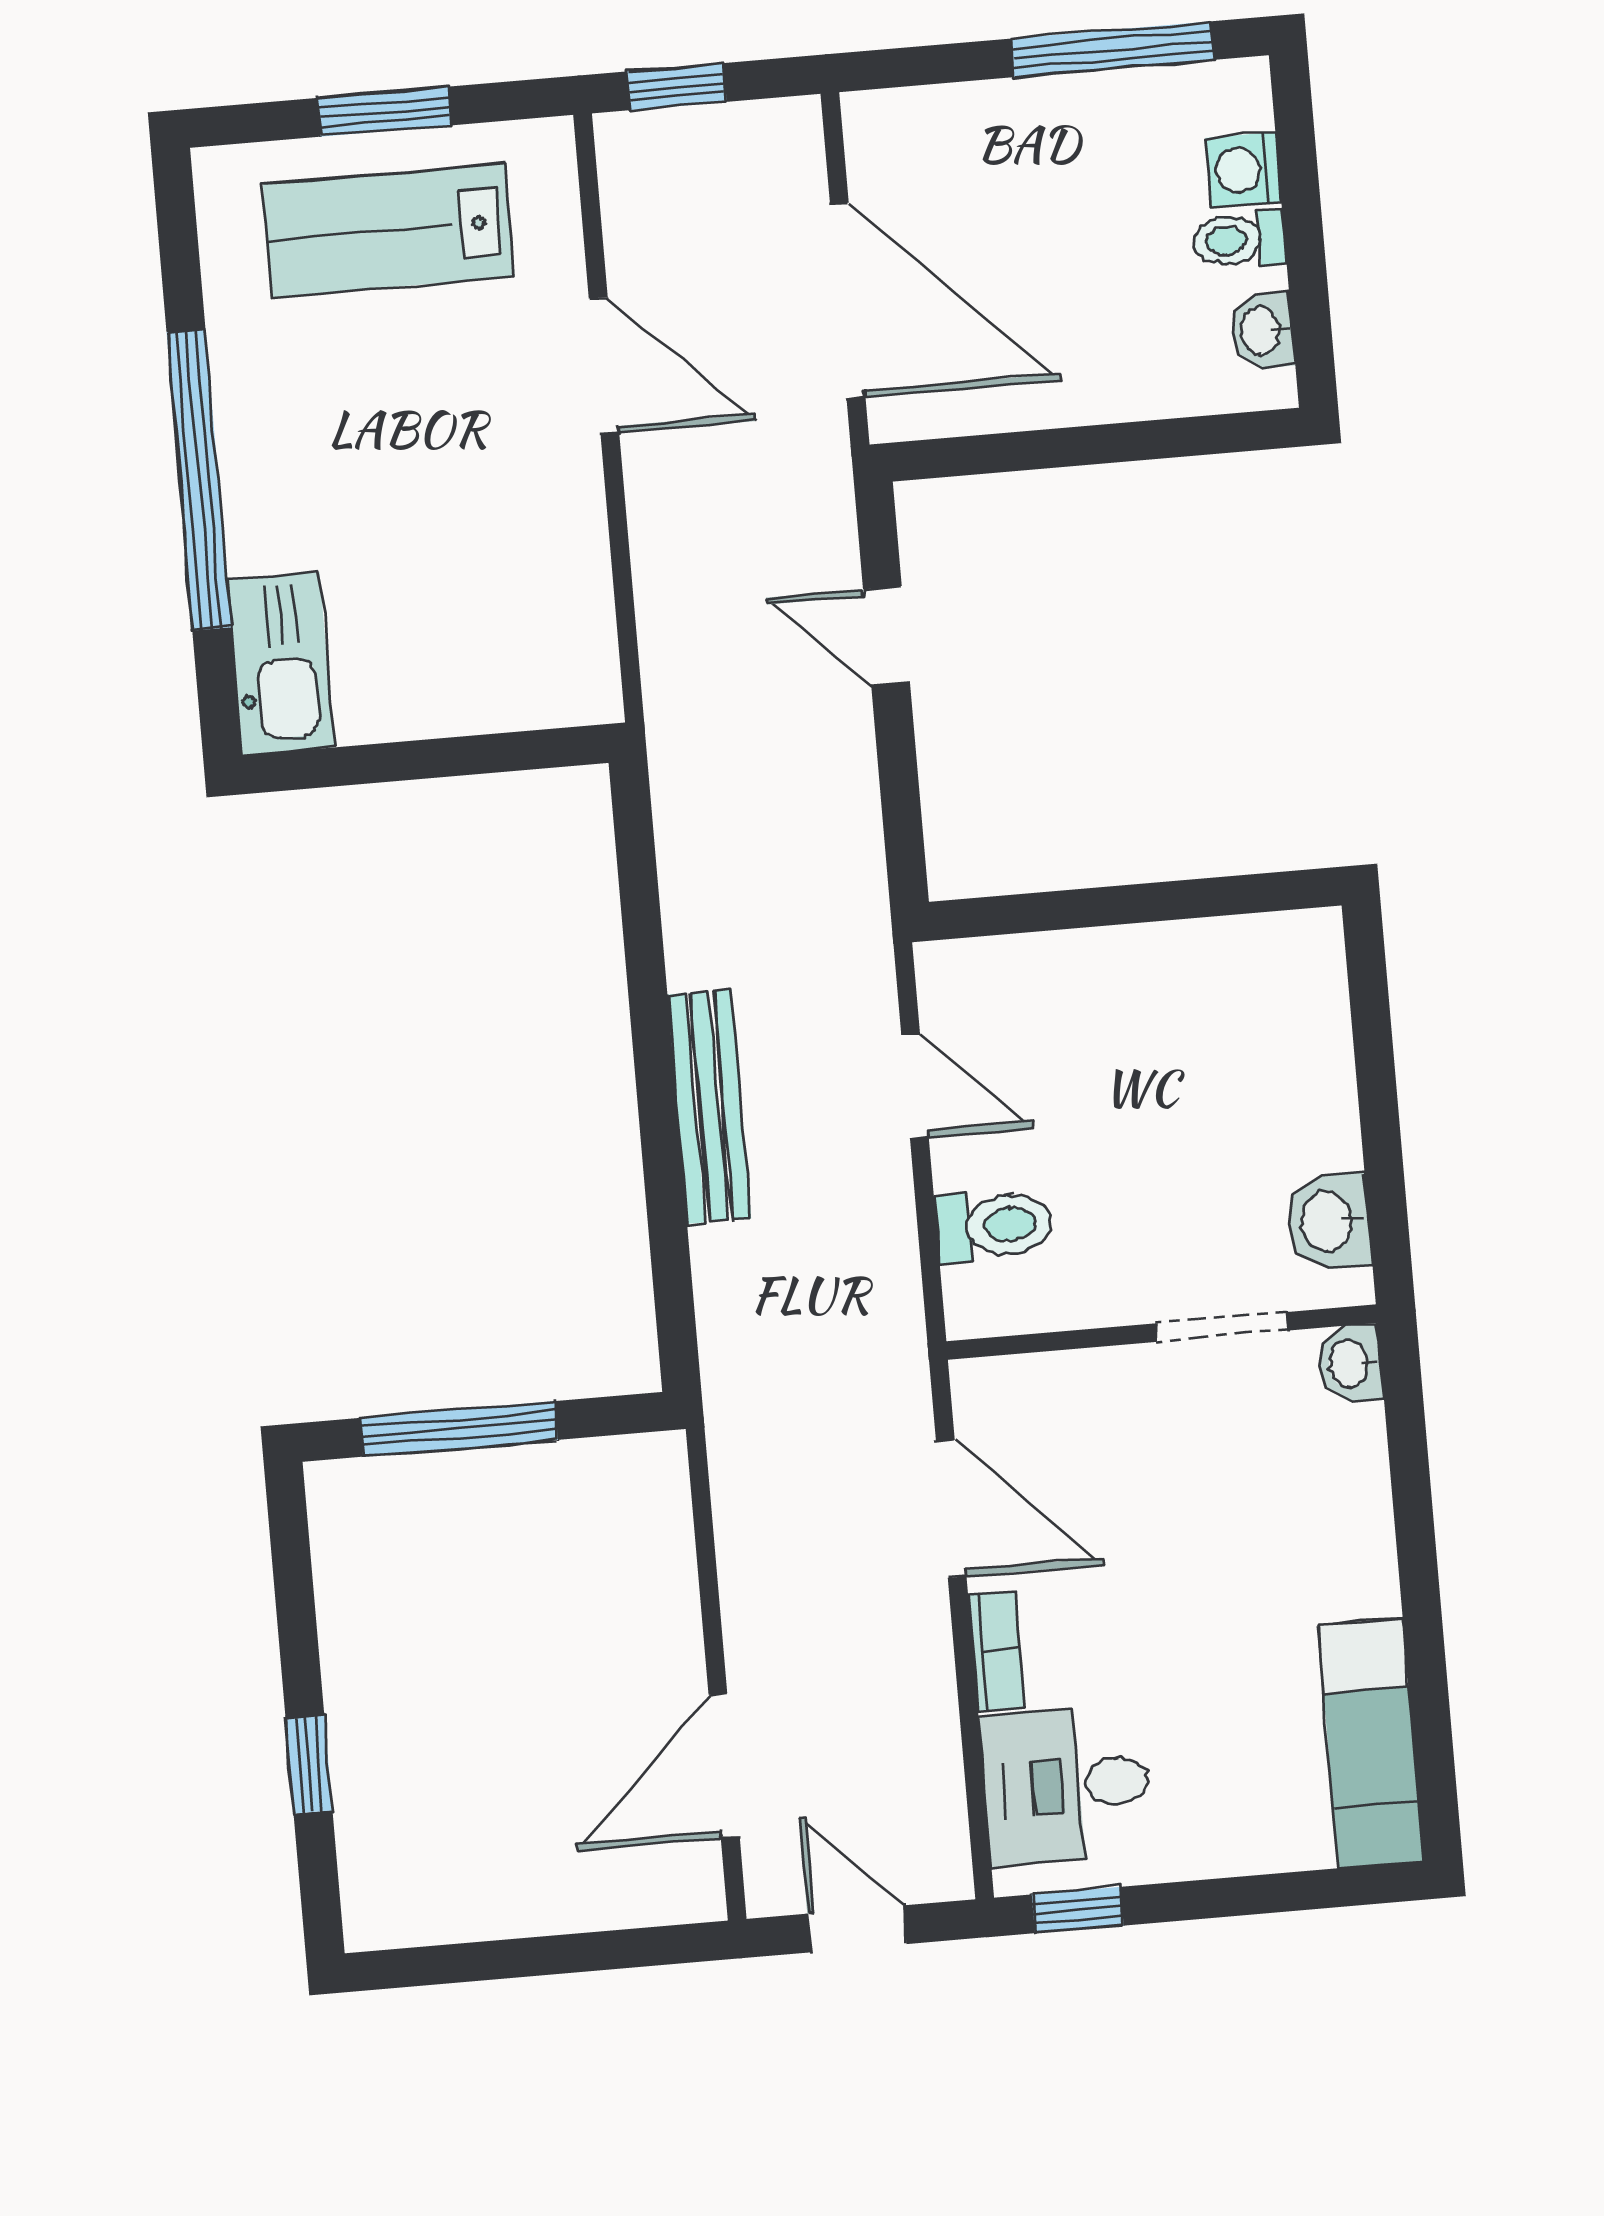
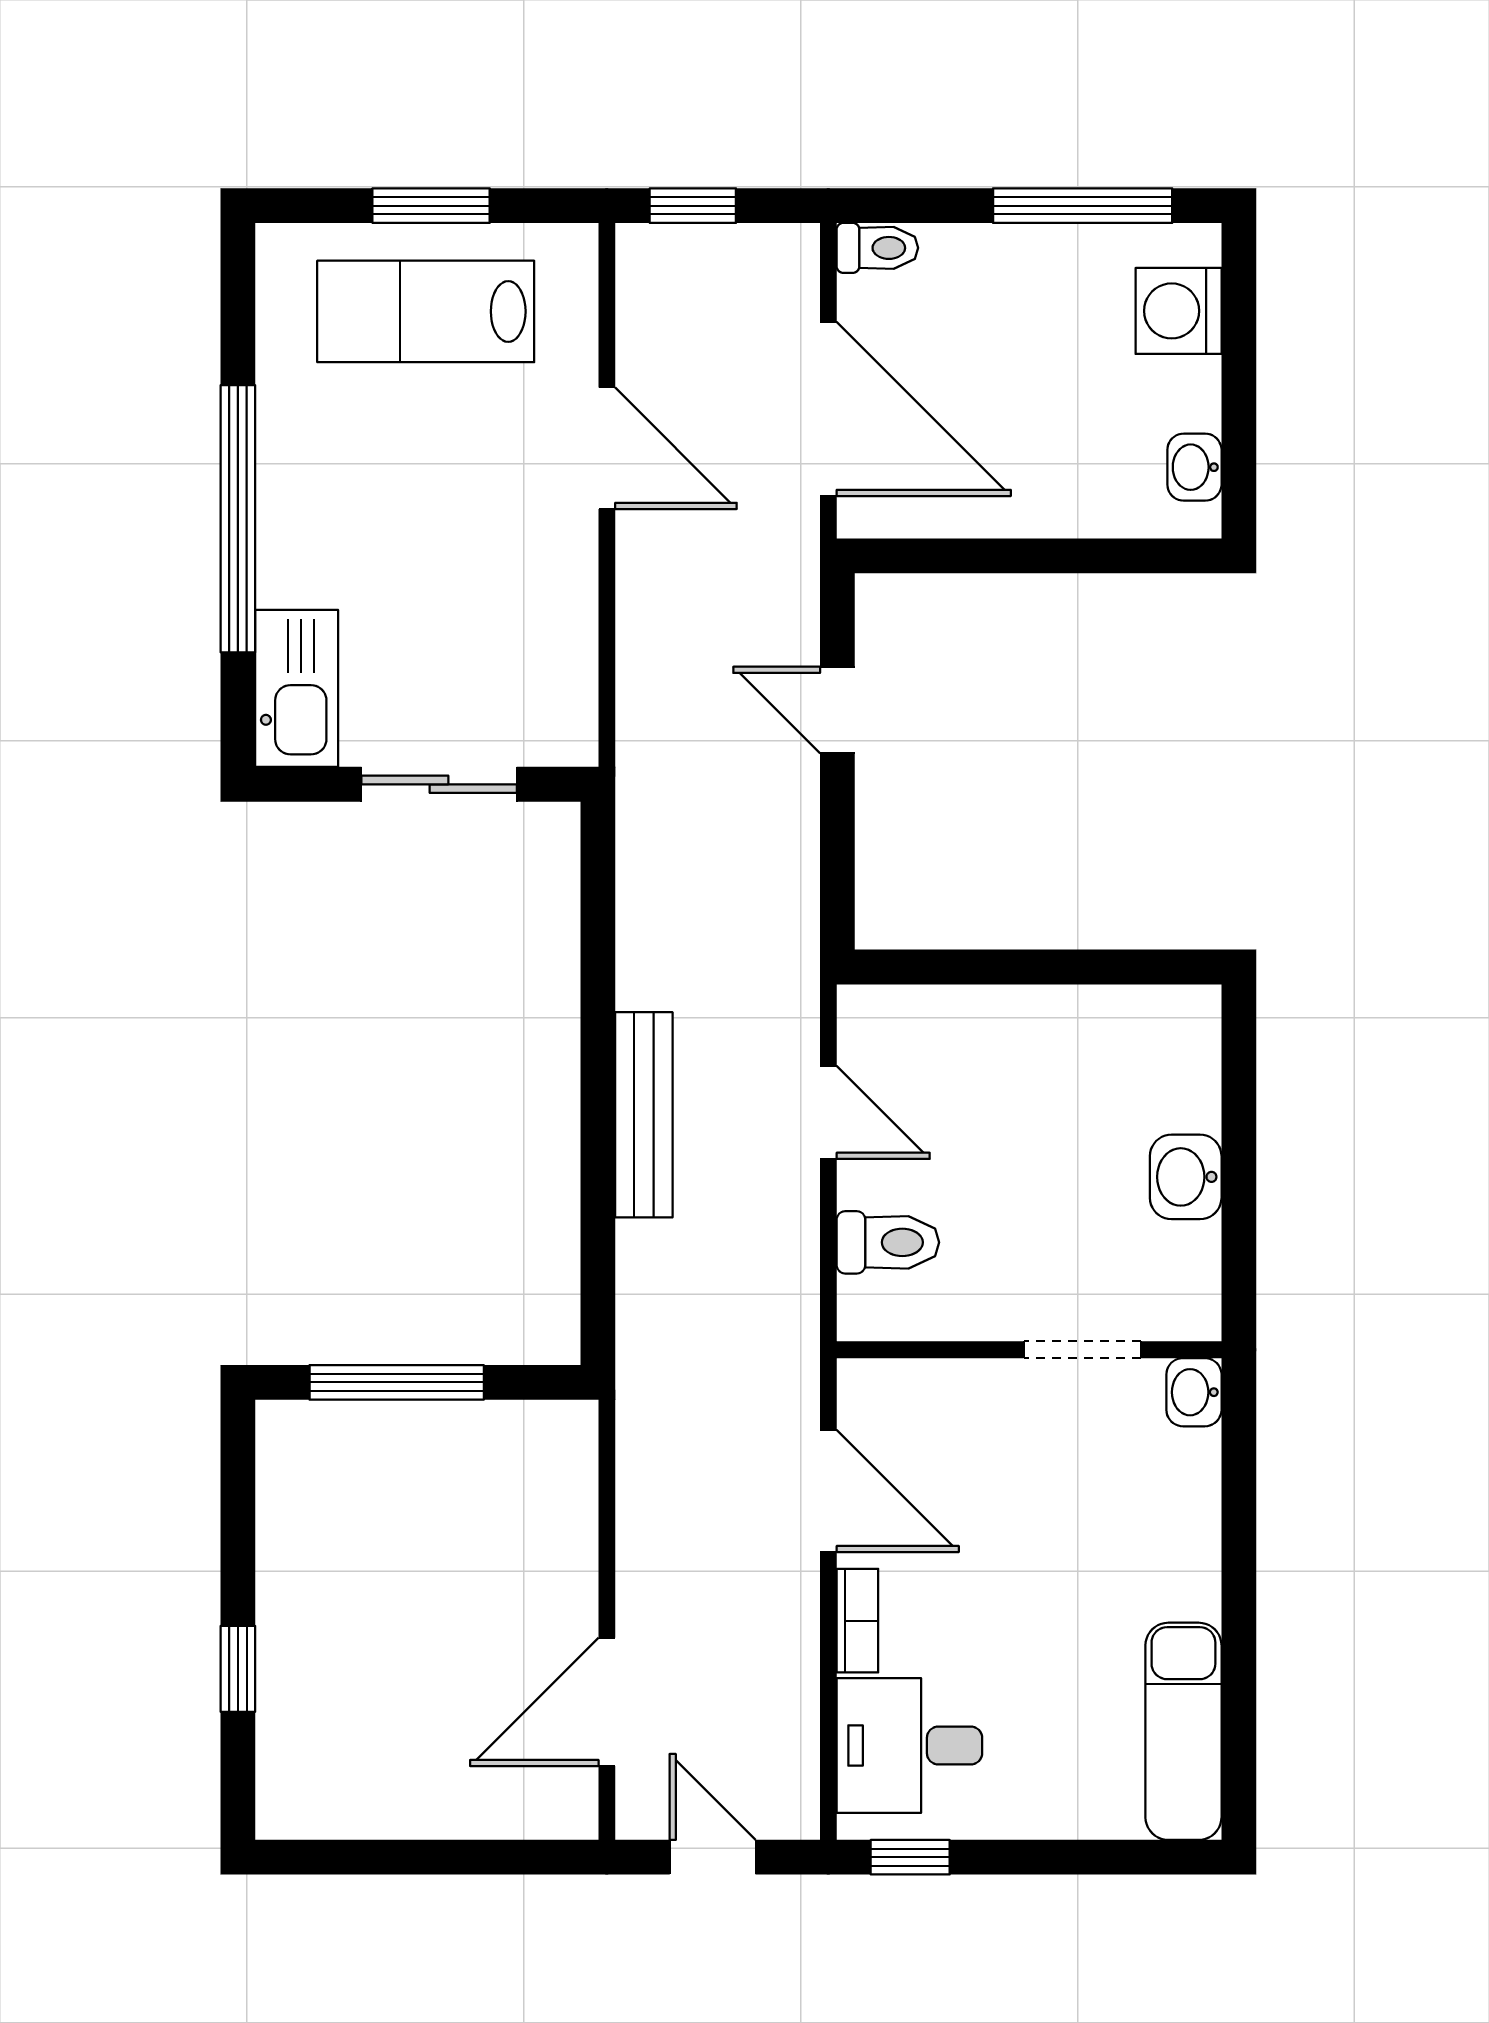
washing machine: (1244, 170) -> (1179, 311), width x1.38, depth x1.38
toilet: (1239, 240) -> (877, 248), moved, turned 180
sliding door: (449, 757) -> (439, 784), added
washbasin: (1329, 1222) -> (1186, 1177), moved

